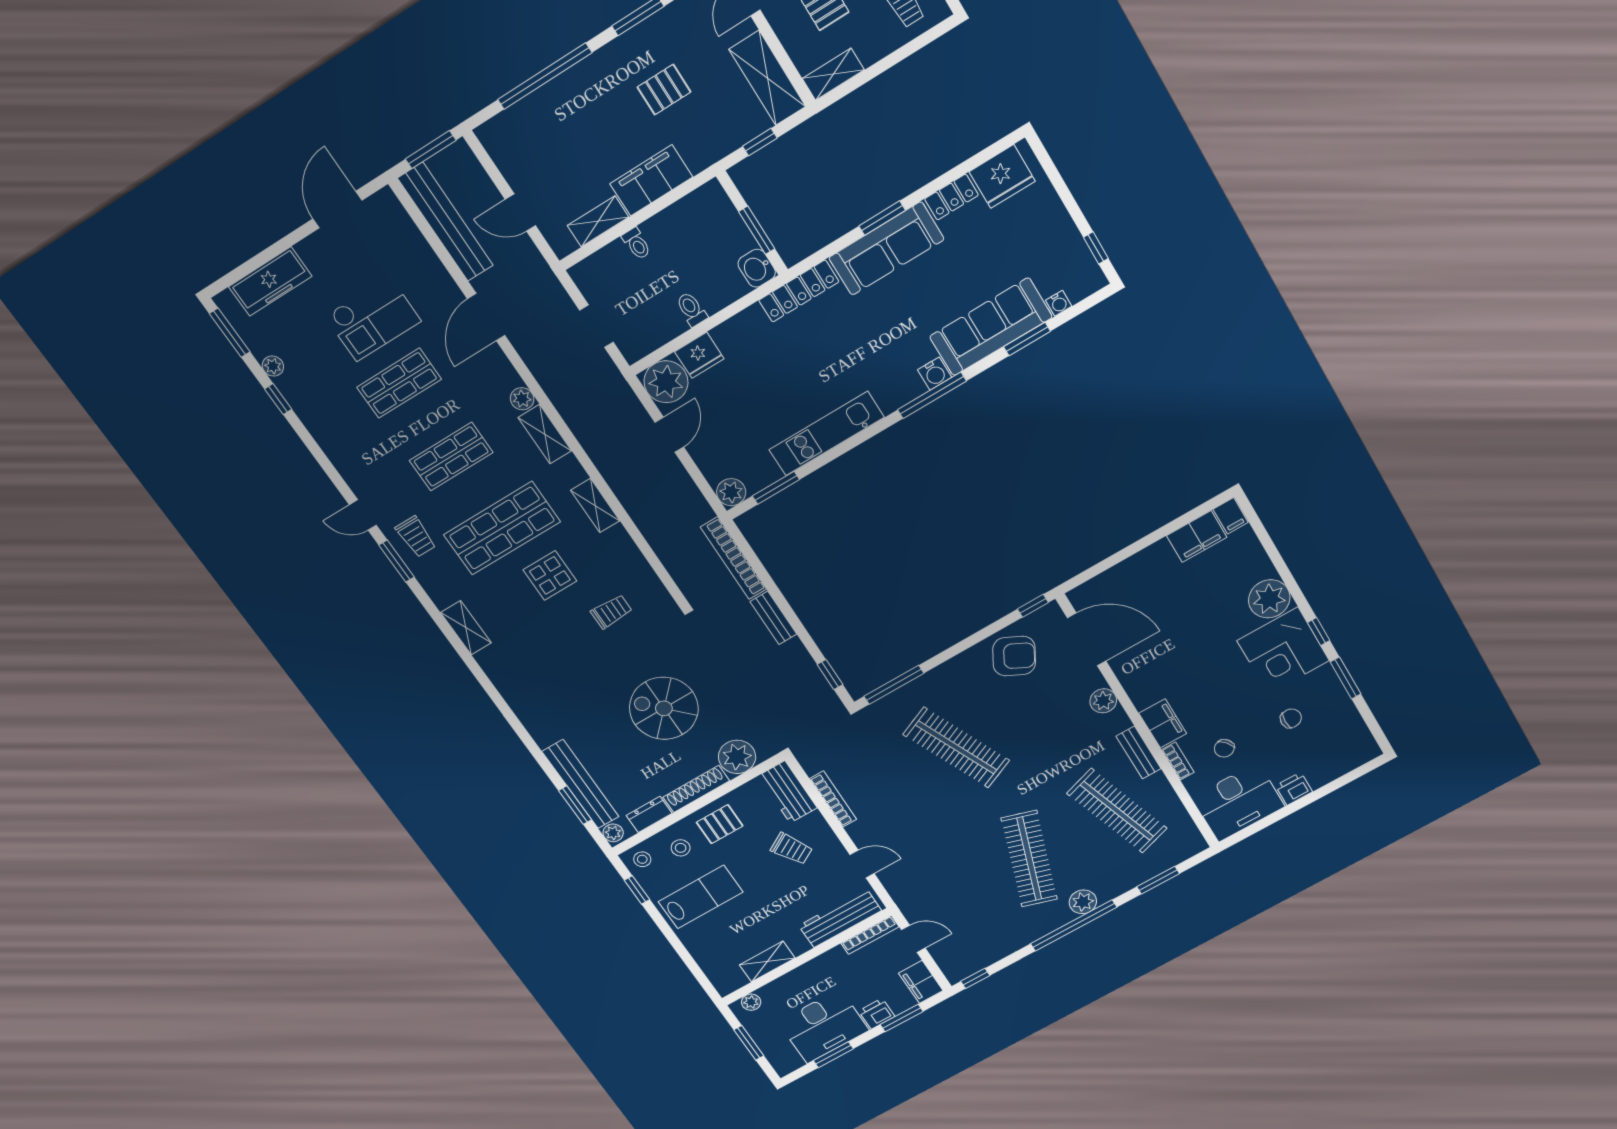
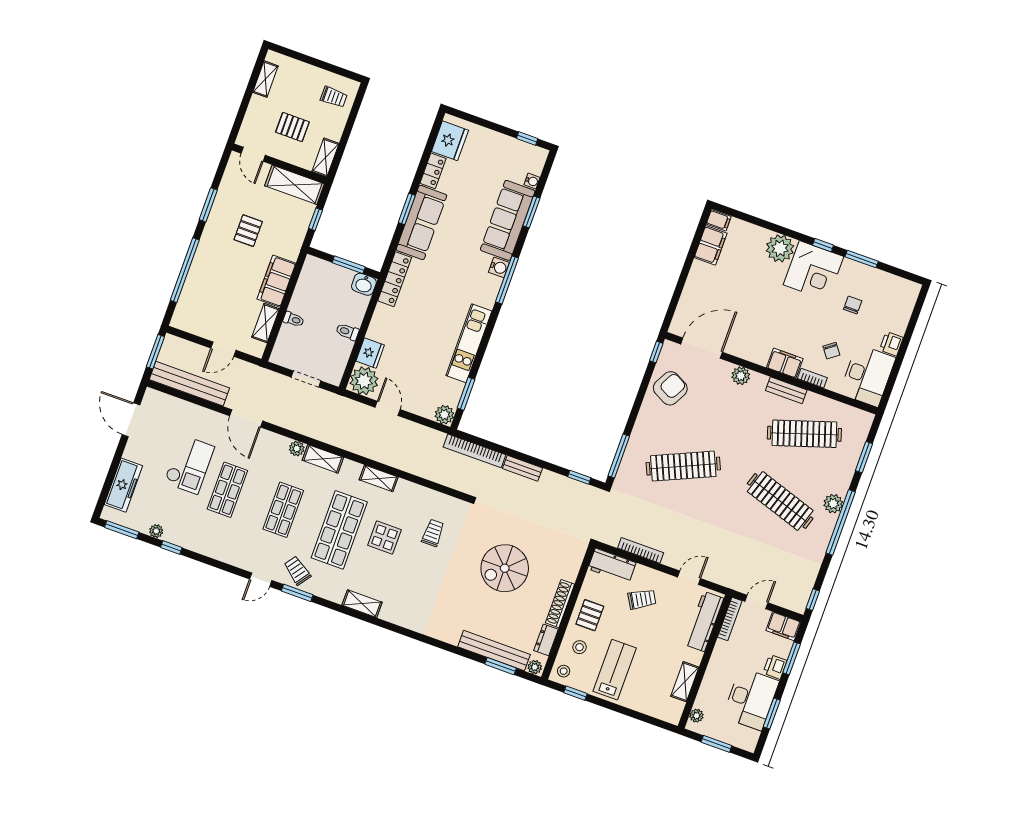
trolley: (416, 537) -> (297, 571), turned -144
plant: (737, 757) -> (567, 566), removed

